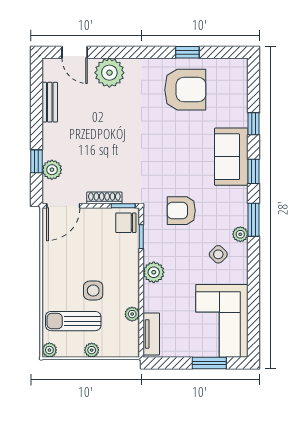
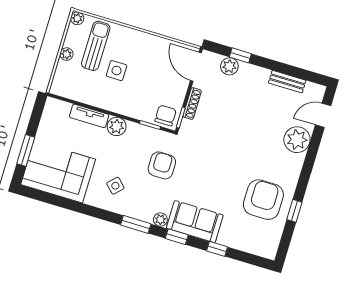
armchair: (185, 90) -> (263, 200), turned 180
plant: (240, 234) -> (160, 220), moved
plant: (132, 314) -> (87, 98), removed
tv unit: (151, 334) -> (89, 116), moved

